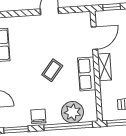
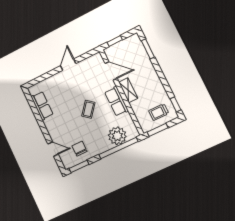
door: (94, 38) -> (111, 71), hinge flipped
chair: (38, 116) -> (80, 149), moved

